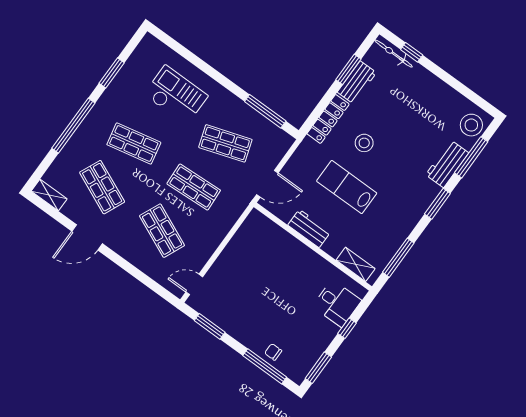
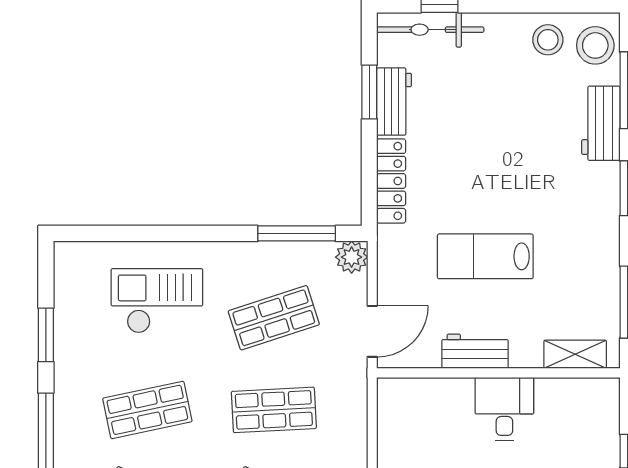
bicycle: (394, 54) -> (430, 30), width x1.37, depth x1.40
plant: (283, 141) -> (352, 257), added
stool: (364, 143) -> (548, 40), moved
desk: (337, 303) -> (504, 409), moved, turned -90

